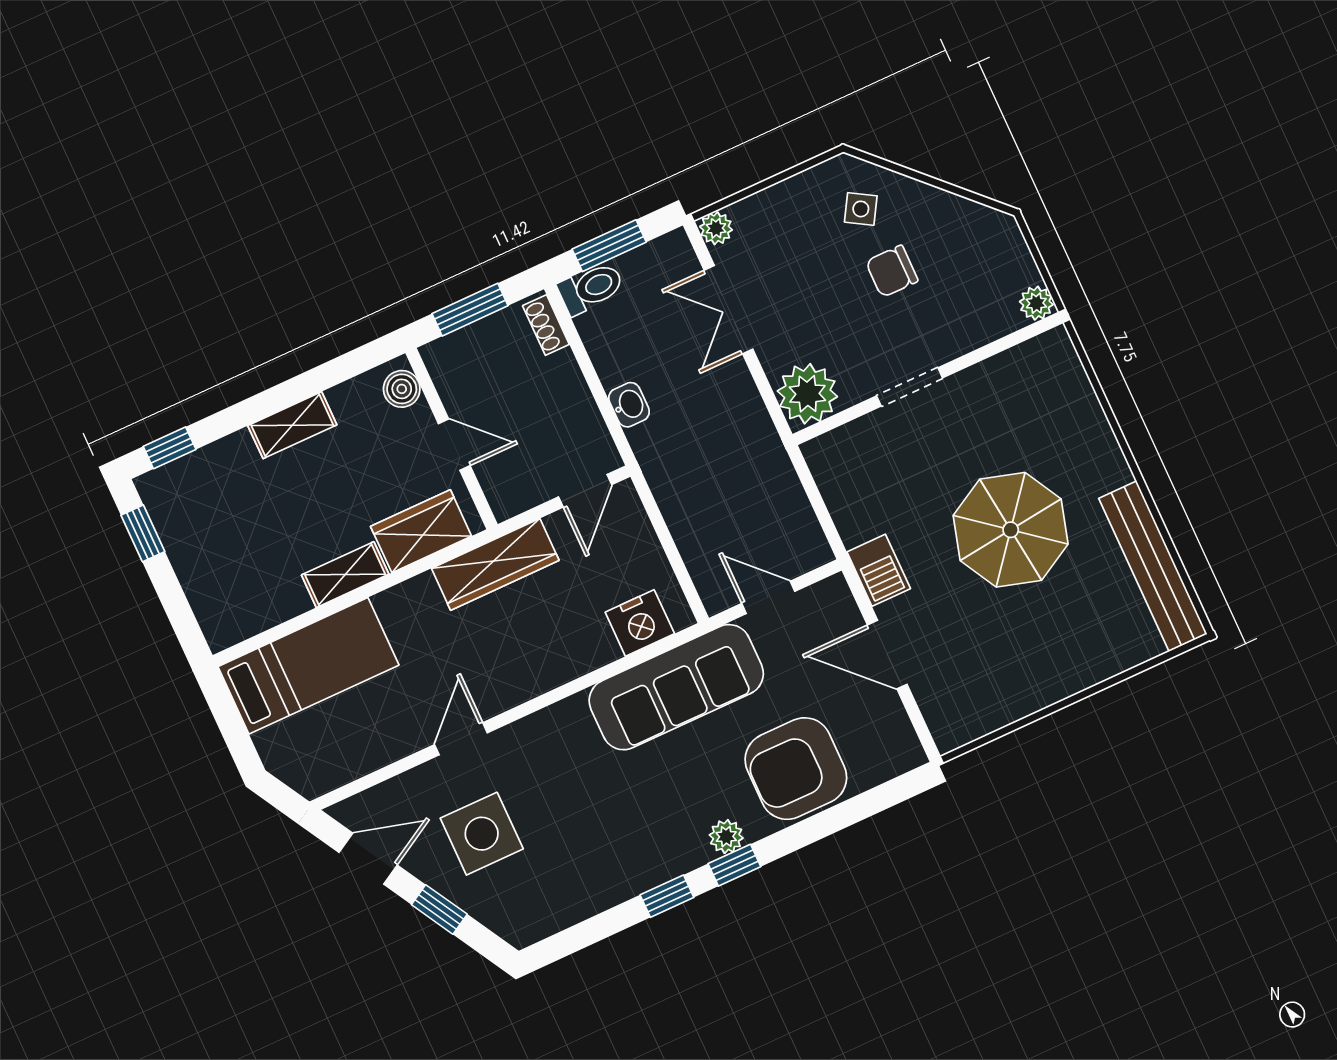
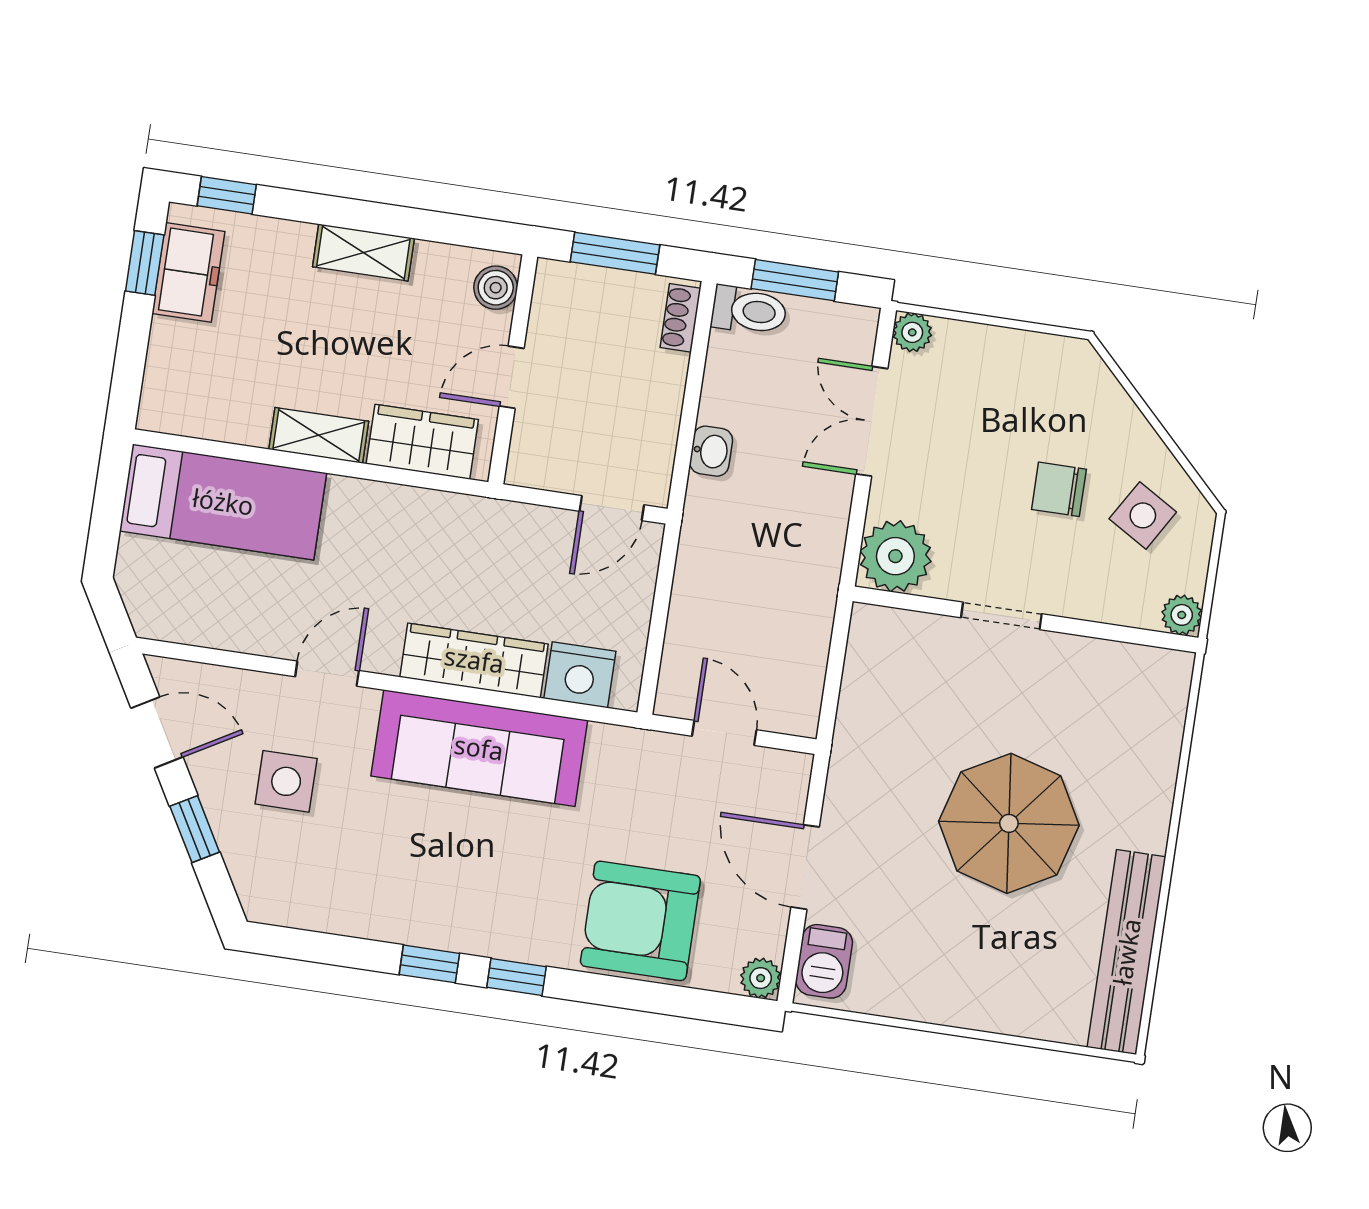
side table: (861, 209) -> (1143, 515), moved, width x1.37, depth x1.37
door: (454, 445) -> (512, 377), swing flipped
freezer: (178, 520) -> (188, 272), added
wardrobe: (495, 564) -> (474, 660), moved, turned 180
barbecue: (879, 570) -> (824, 961), moved
sofa: (676, 687) -> (479, 748), moved
side table: (482, 834) -> (286, 781), width x0.73, depth x0.73
plant: (726, 837) -> (761, 978), moved

